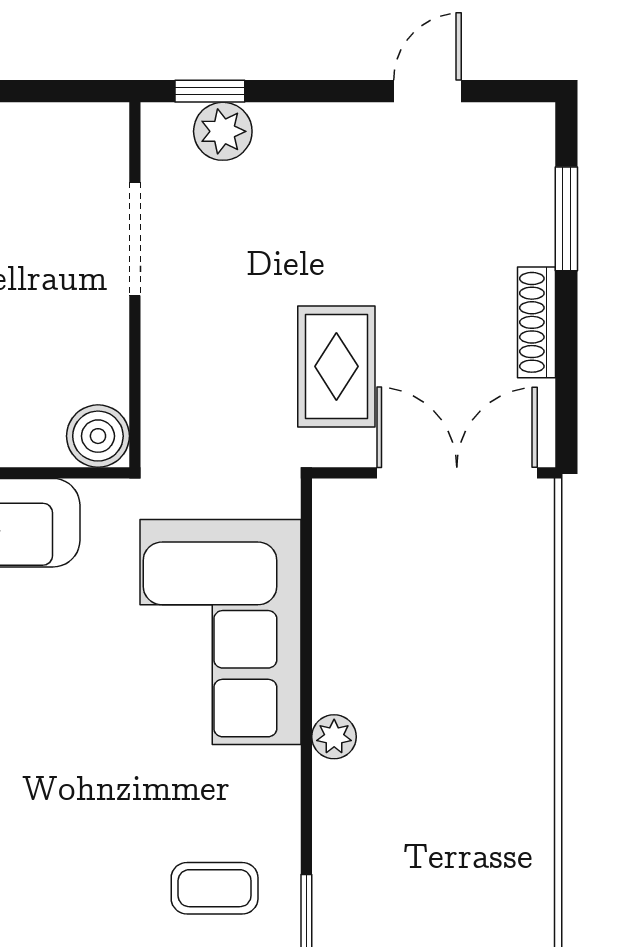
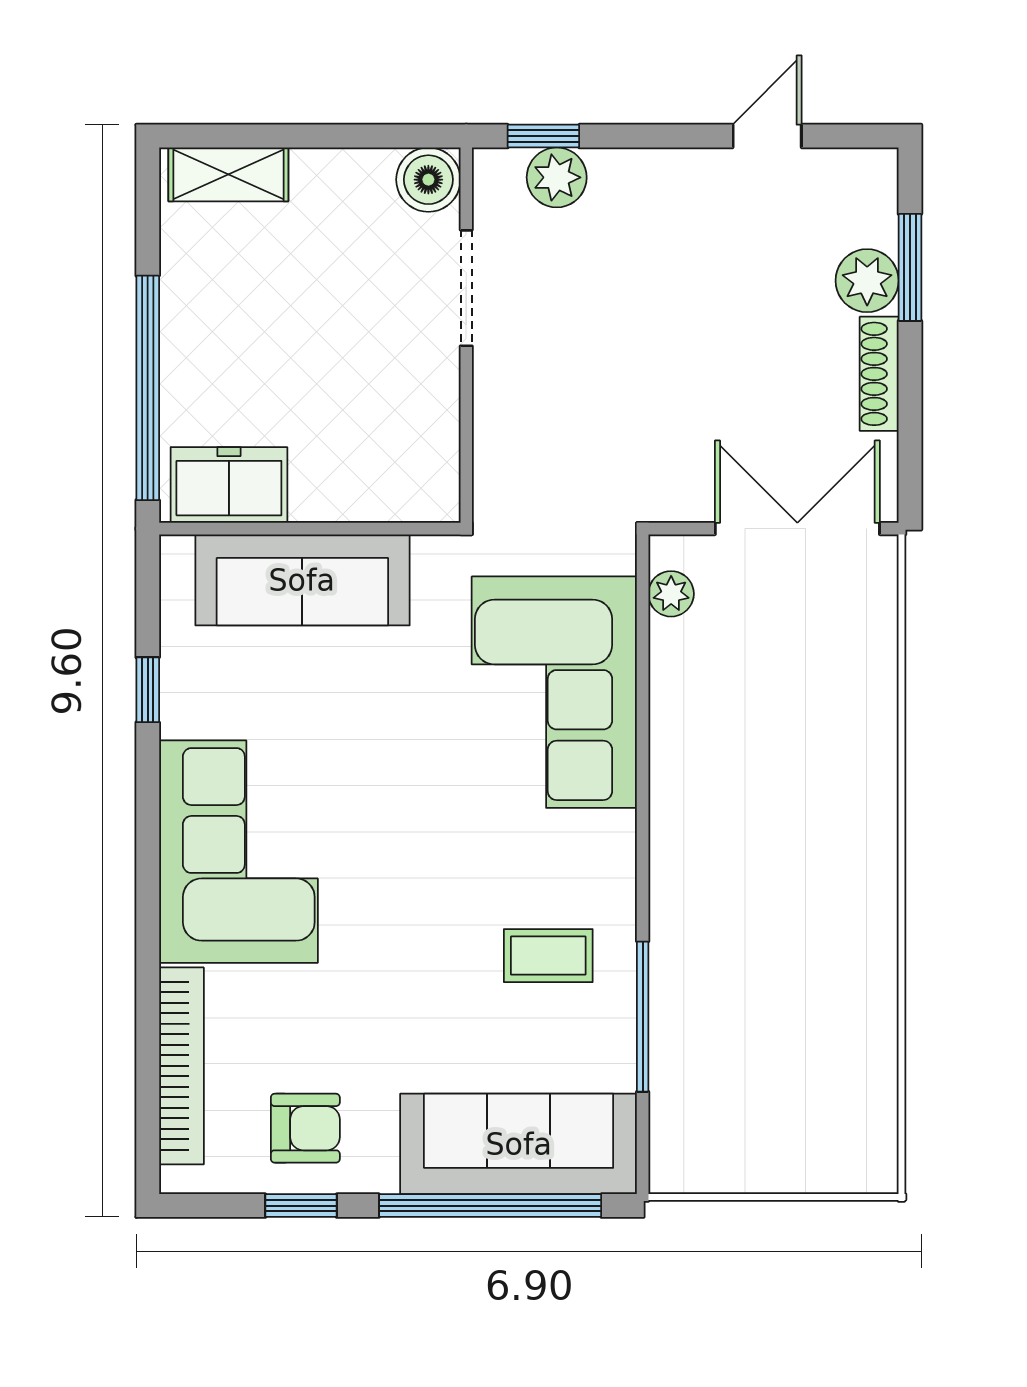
plant: (525, 232) -> (867, 281), added
rug: (336, 366) -> (674, 419), removed
boiler: (98, 436) -> (428, 180), moved
plant: (334, 737) -> (671, 594), moved

